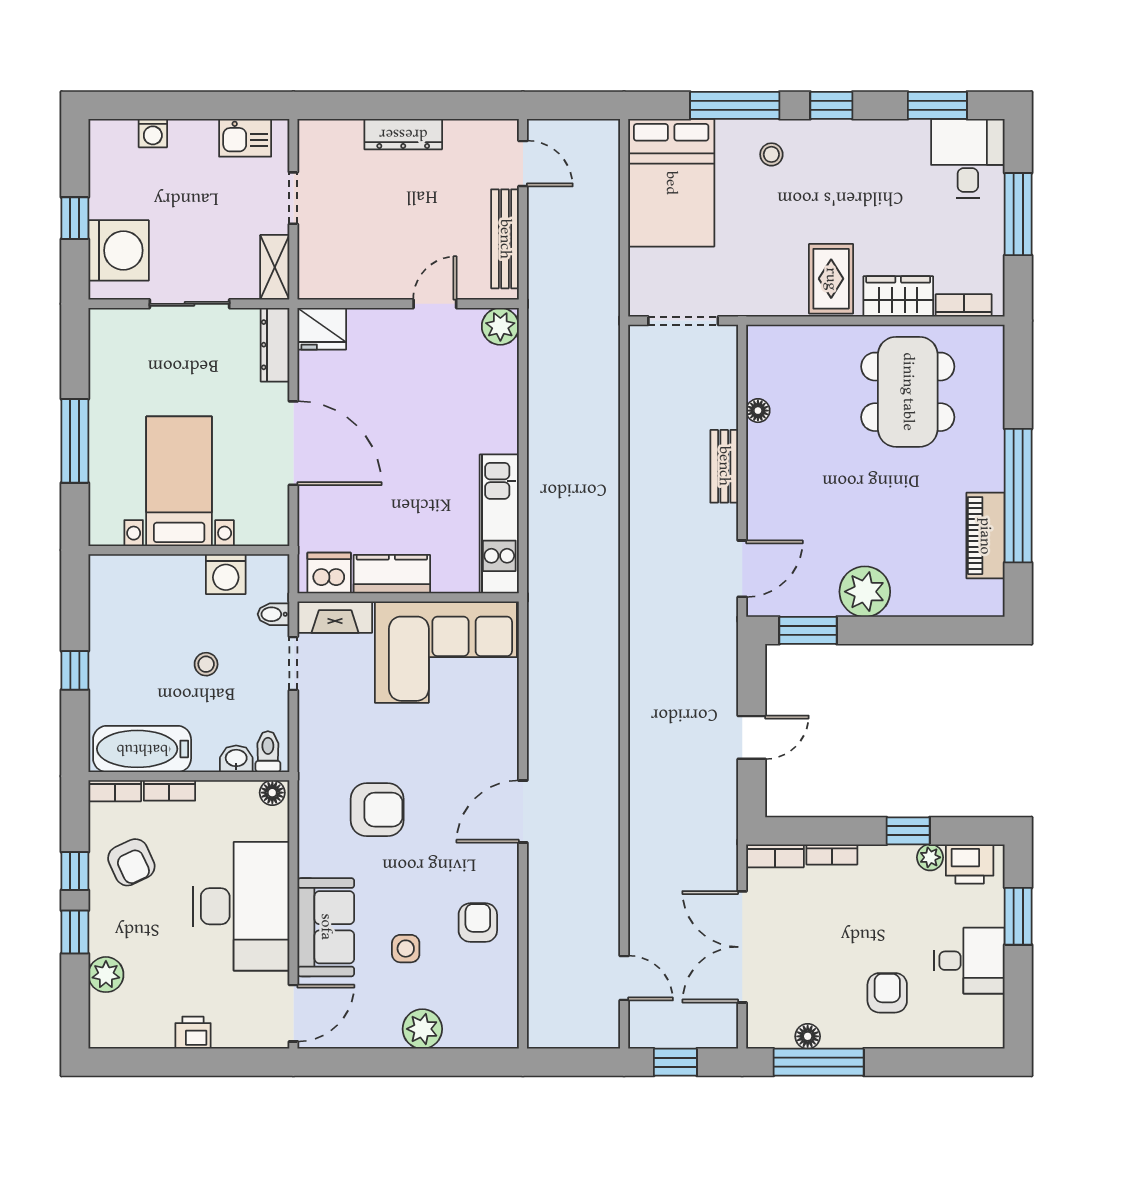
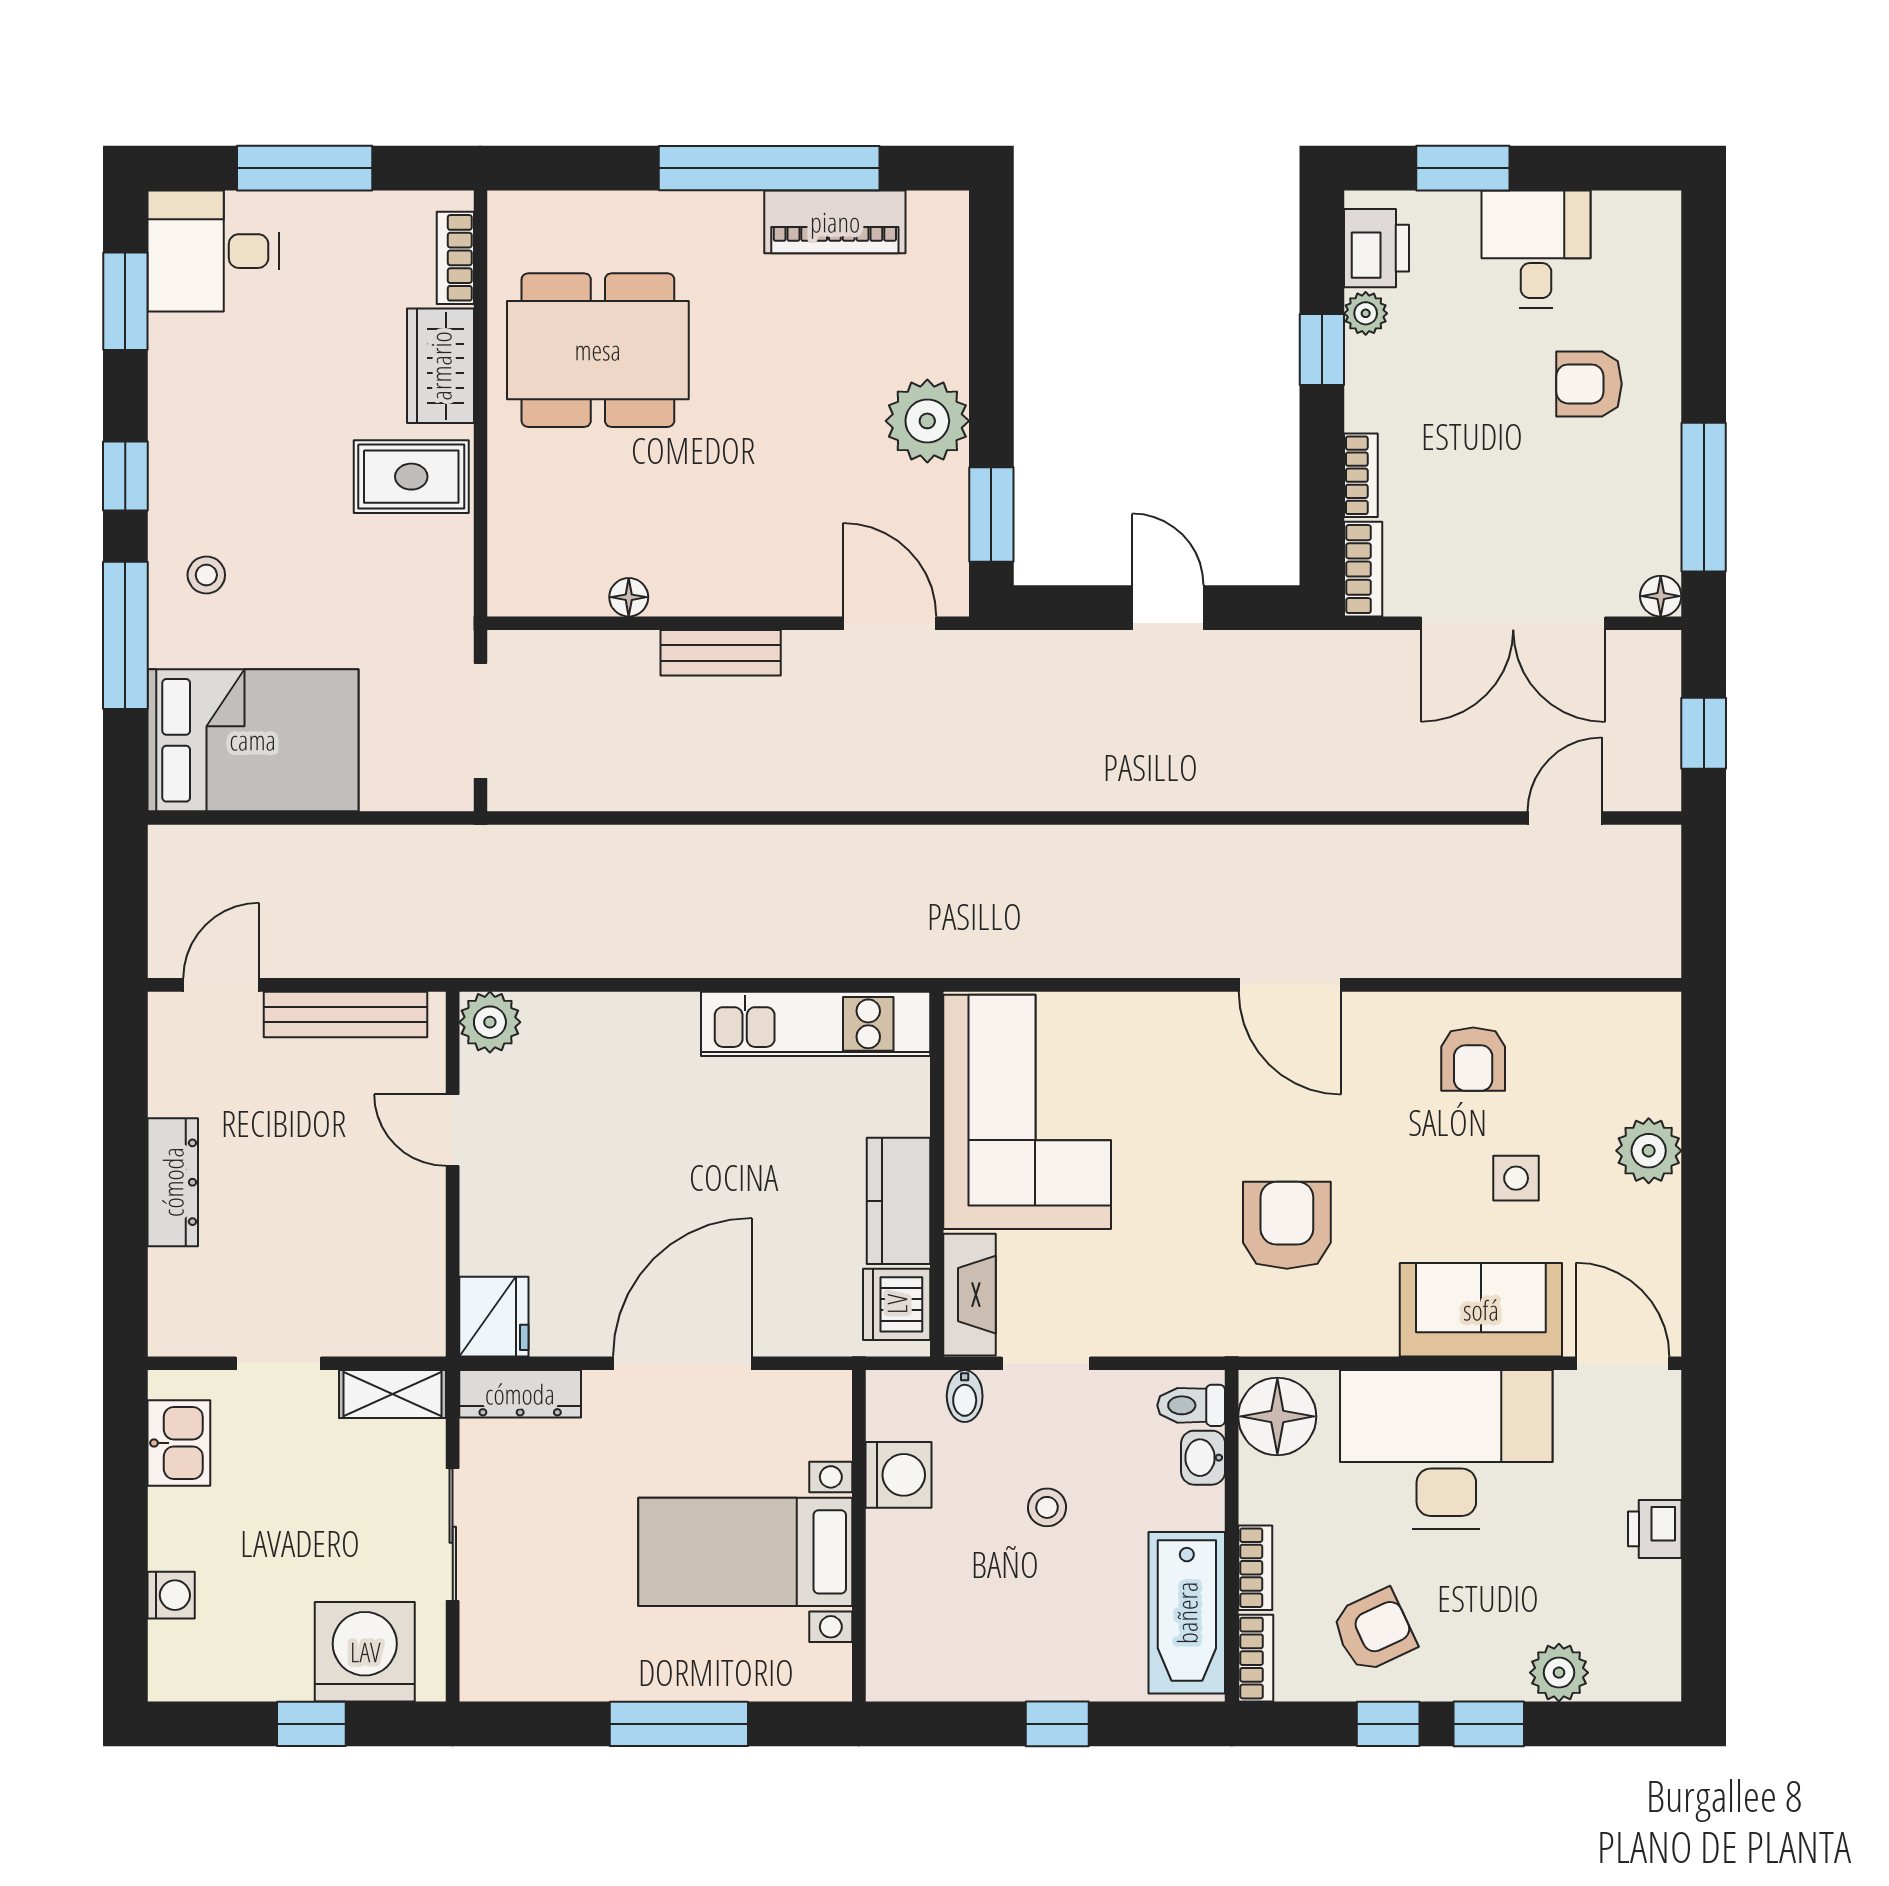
floor lamp: (272, 793) -> (1277, 1416), width x1.89, depth x1.89
armchair: (478, 923) -> (1473, 1059), turned -90
floor lamp: (808, 1036) -> (1661, 596), moved

